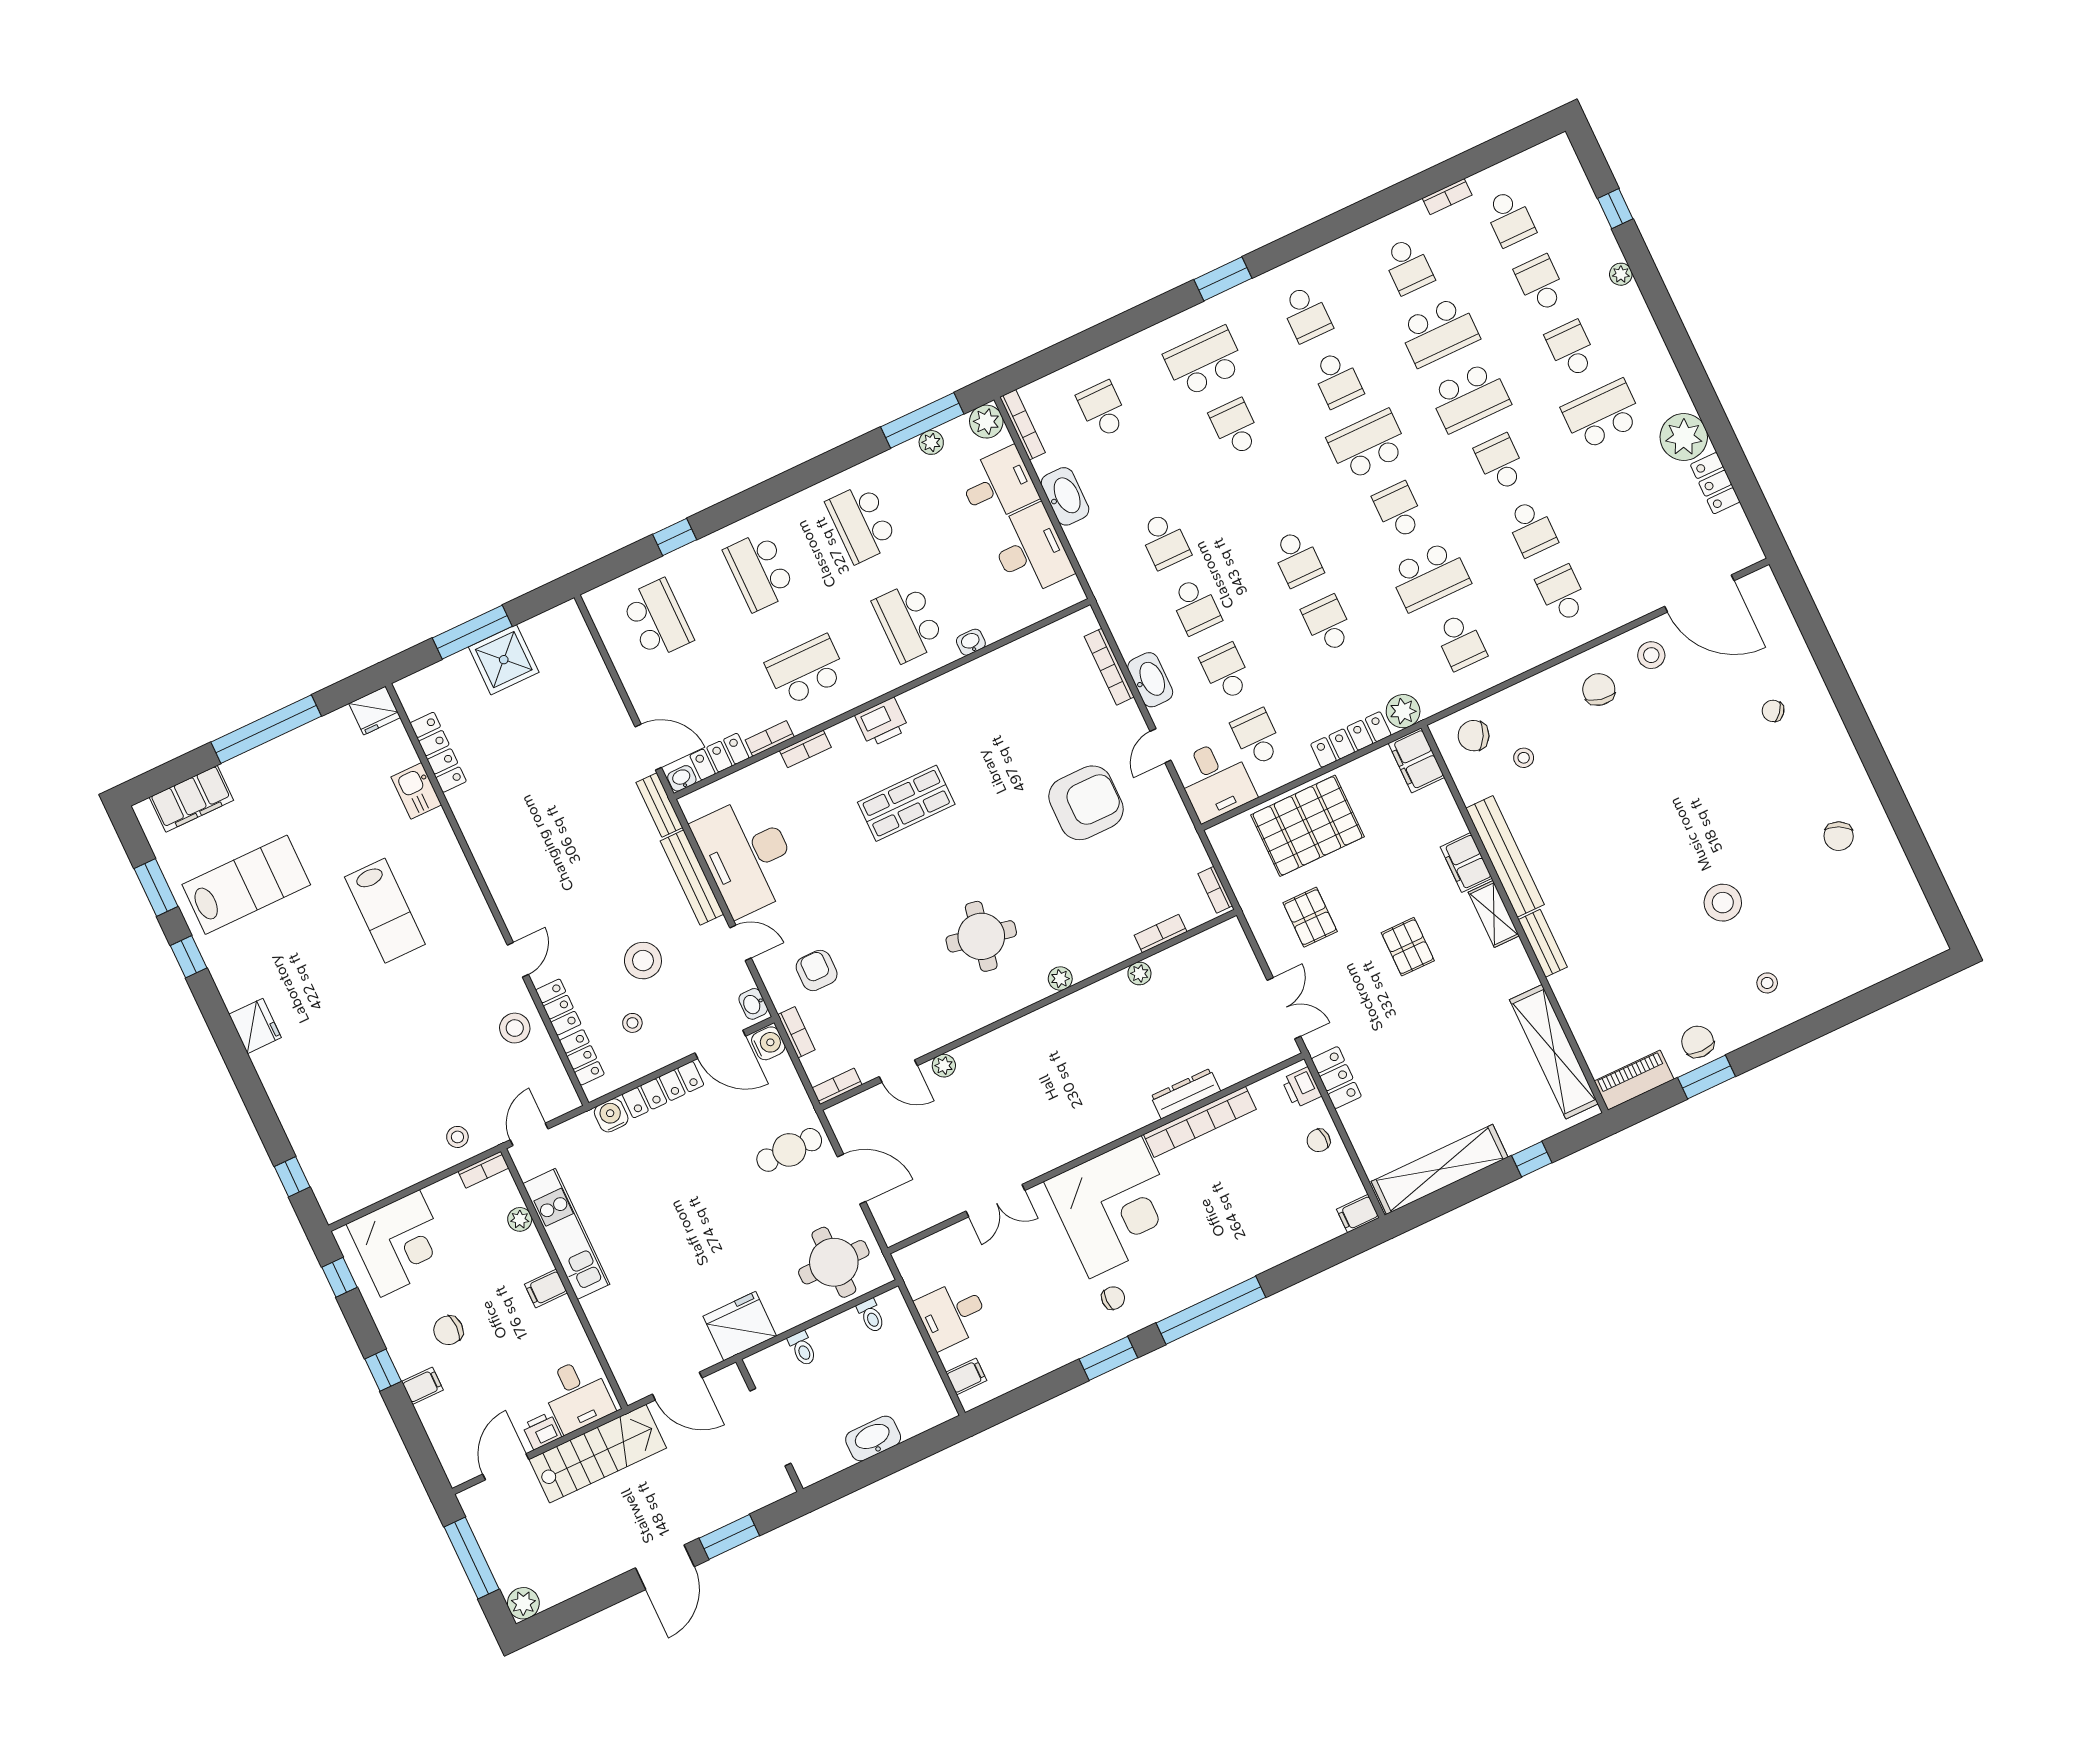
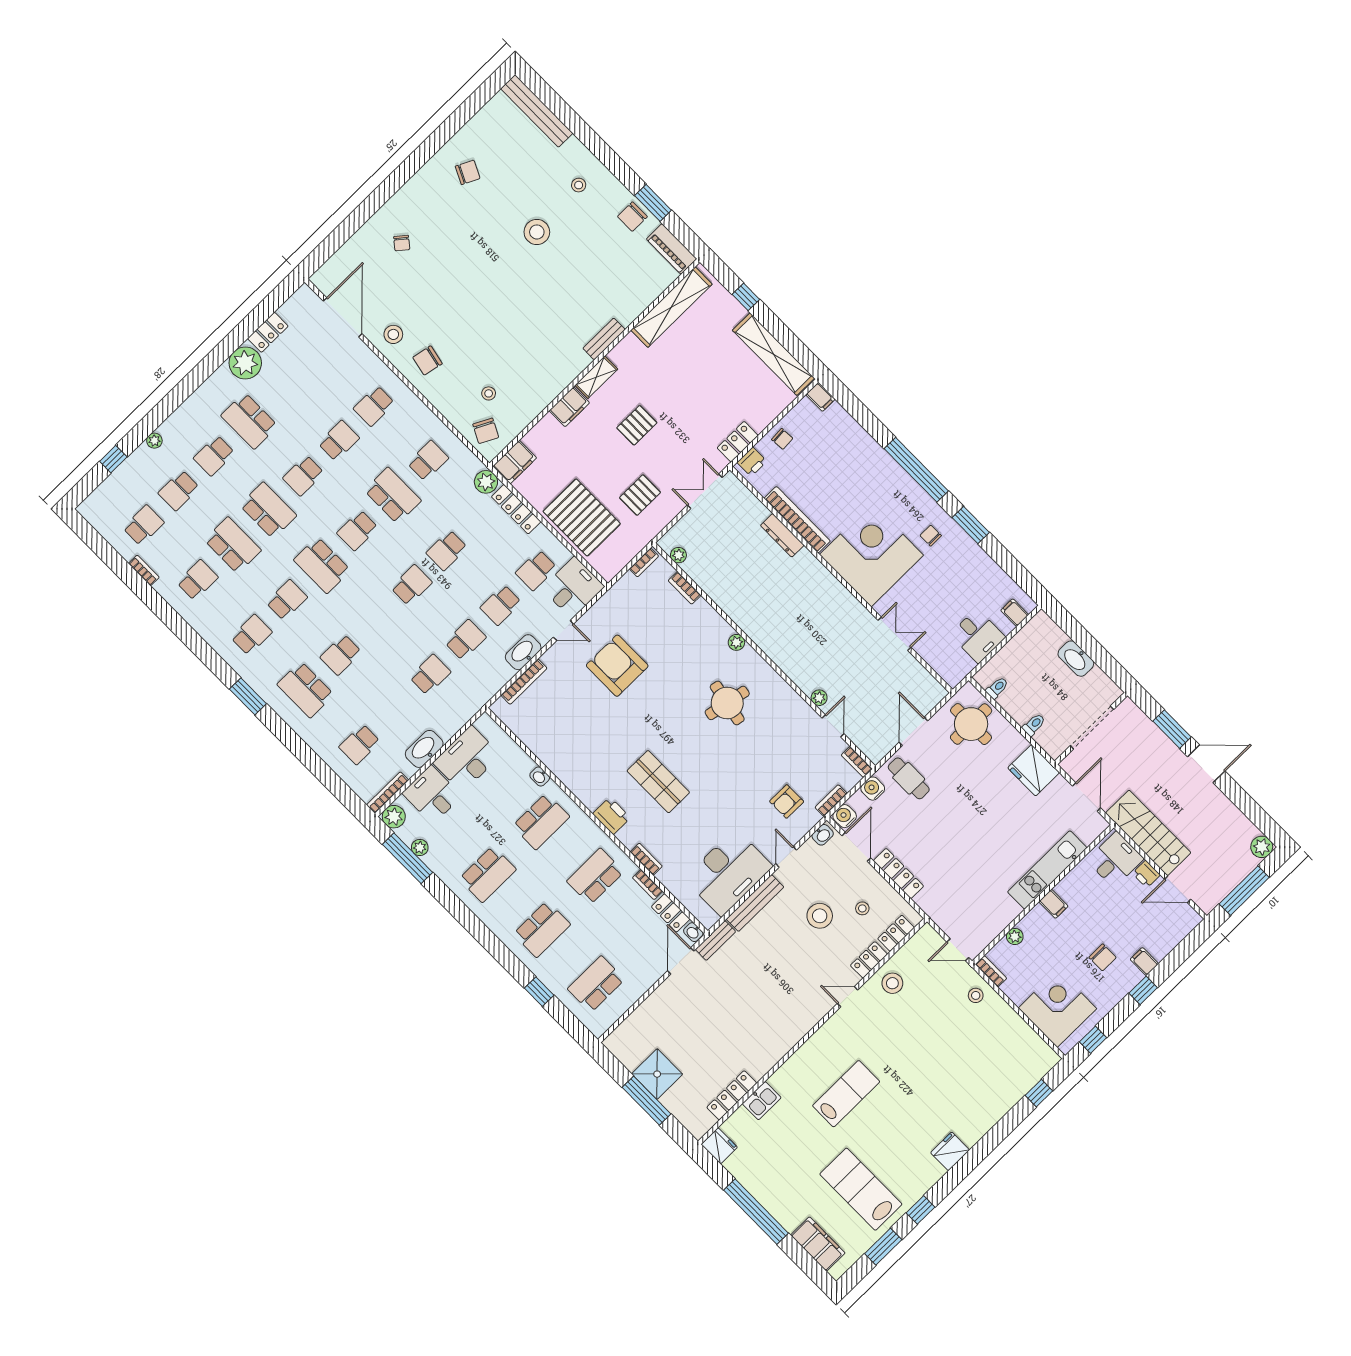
school desk: (806, 670) -> (595, 876), turned 90
bench: (1505, 856) -> (537, 111), moved, turned 90
plant: (1139, 973) -> (678, 555), moved
water cooler: (611, 1115) -> (873, 789), moved, turned 90
kitchen unit: (566, 1234) -> (1047, 870), moved

